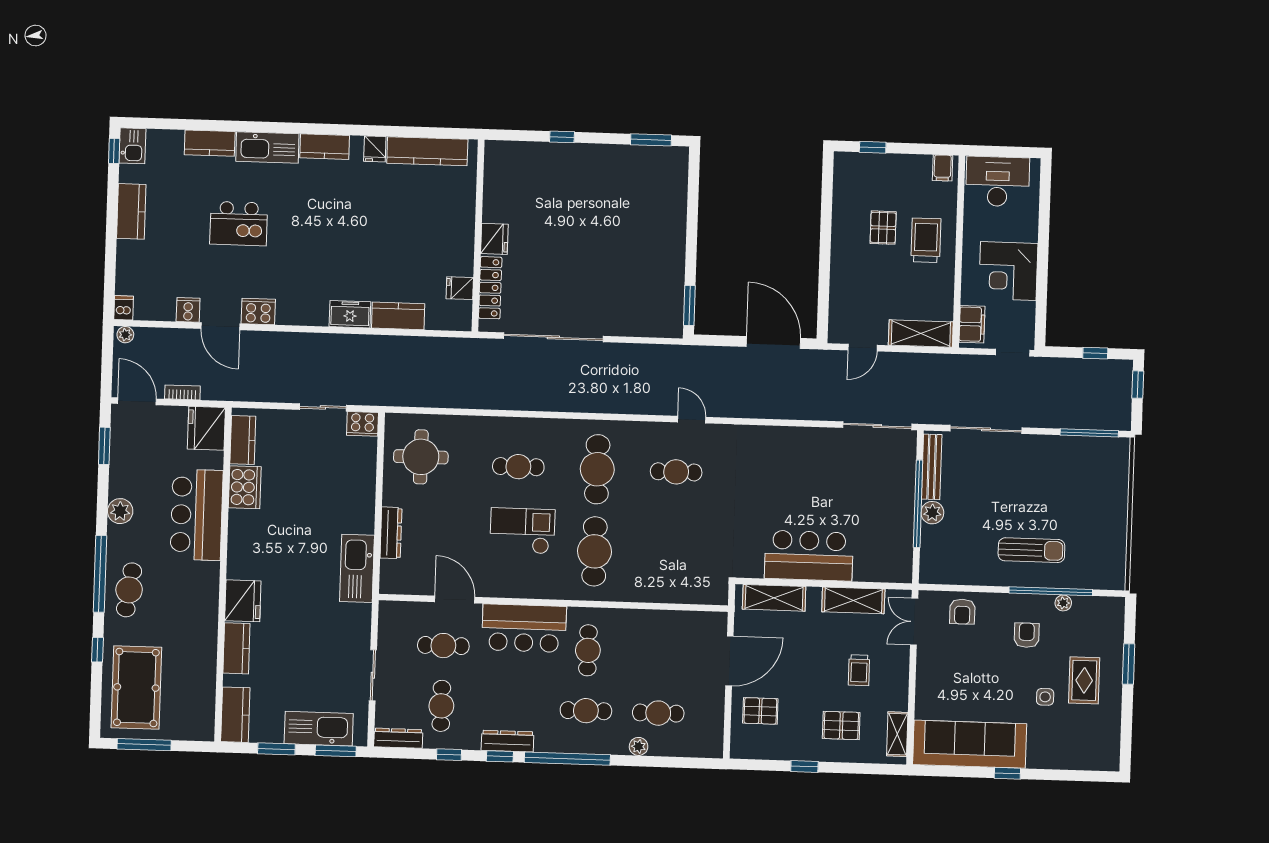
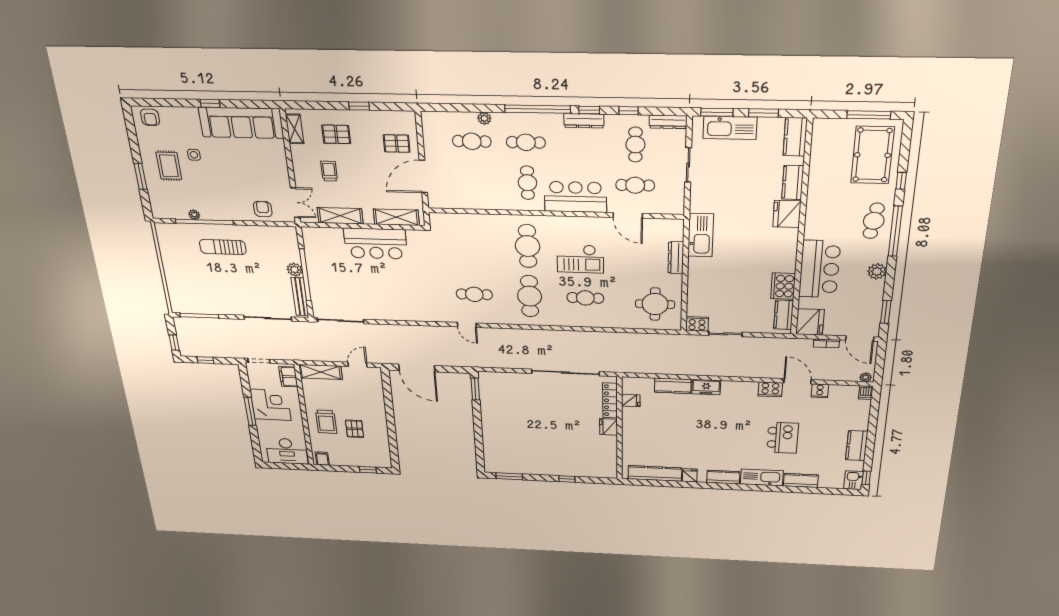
kitchen island: (239, 224) -> (783, 438), turned 90
window: (1043, 258) -> (250, 411), added
armchair: (1027, 635) -> (150, 117), moved

